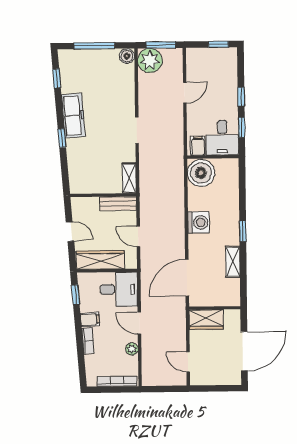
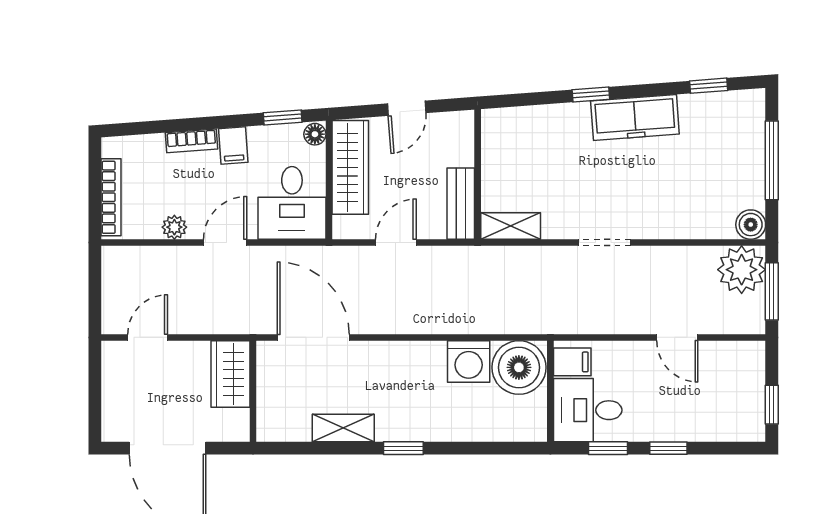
washing machine: (199, 222) -> (469, 362), moved
floor lamp: (84, 278) -> (315, 134), added

